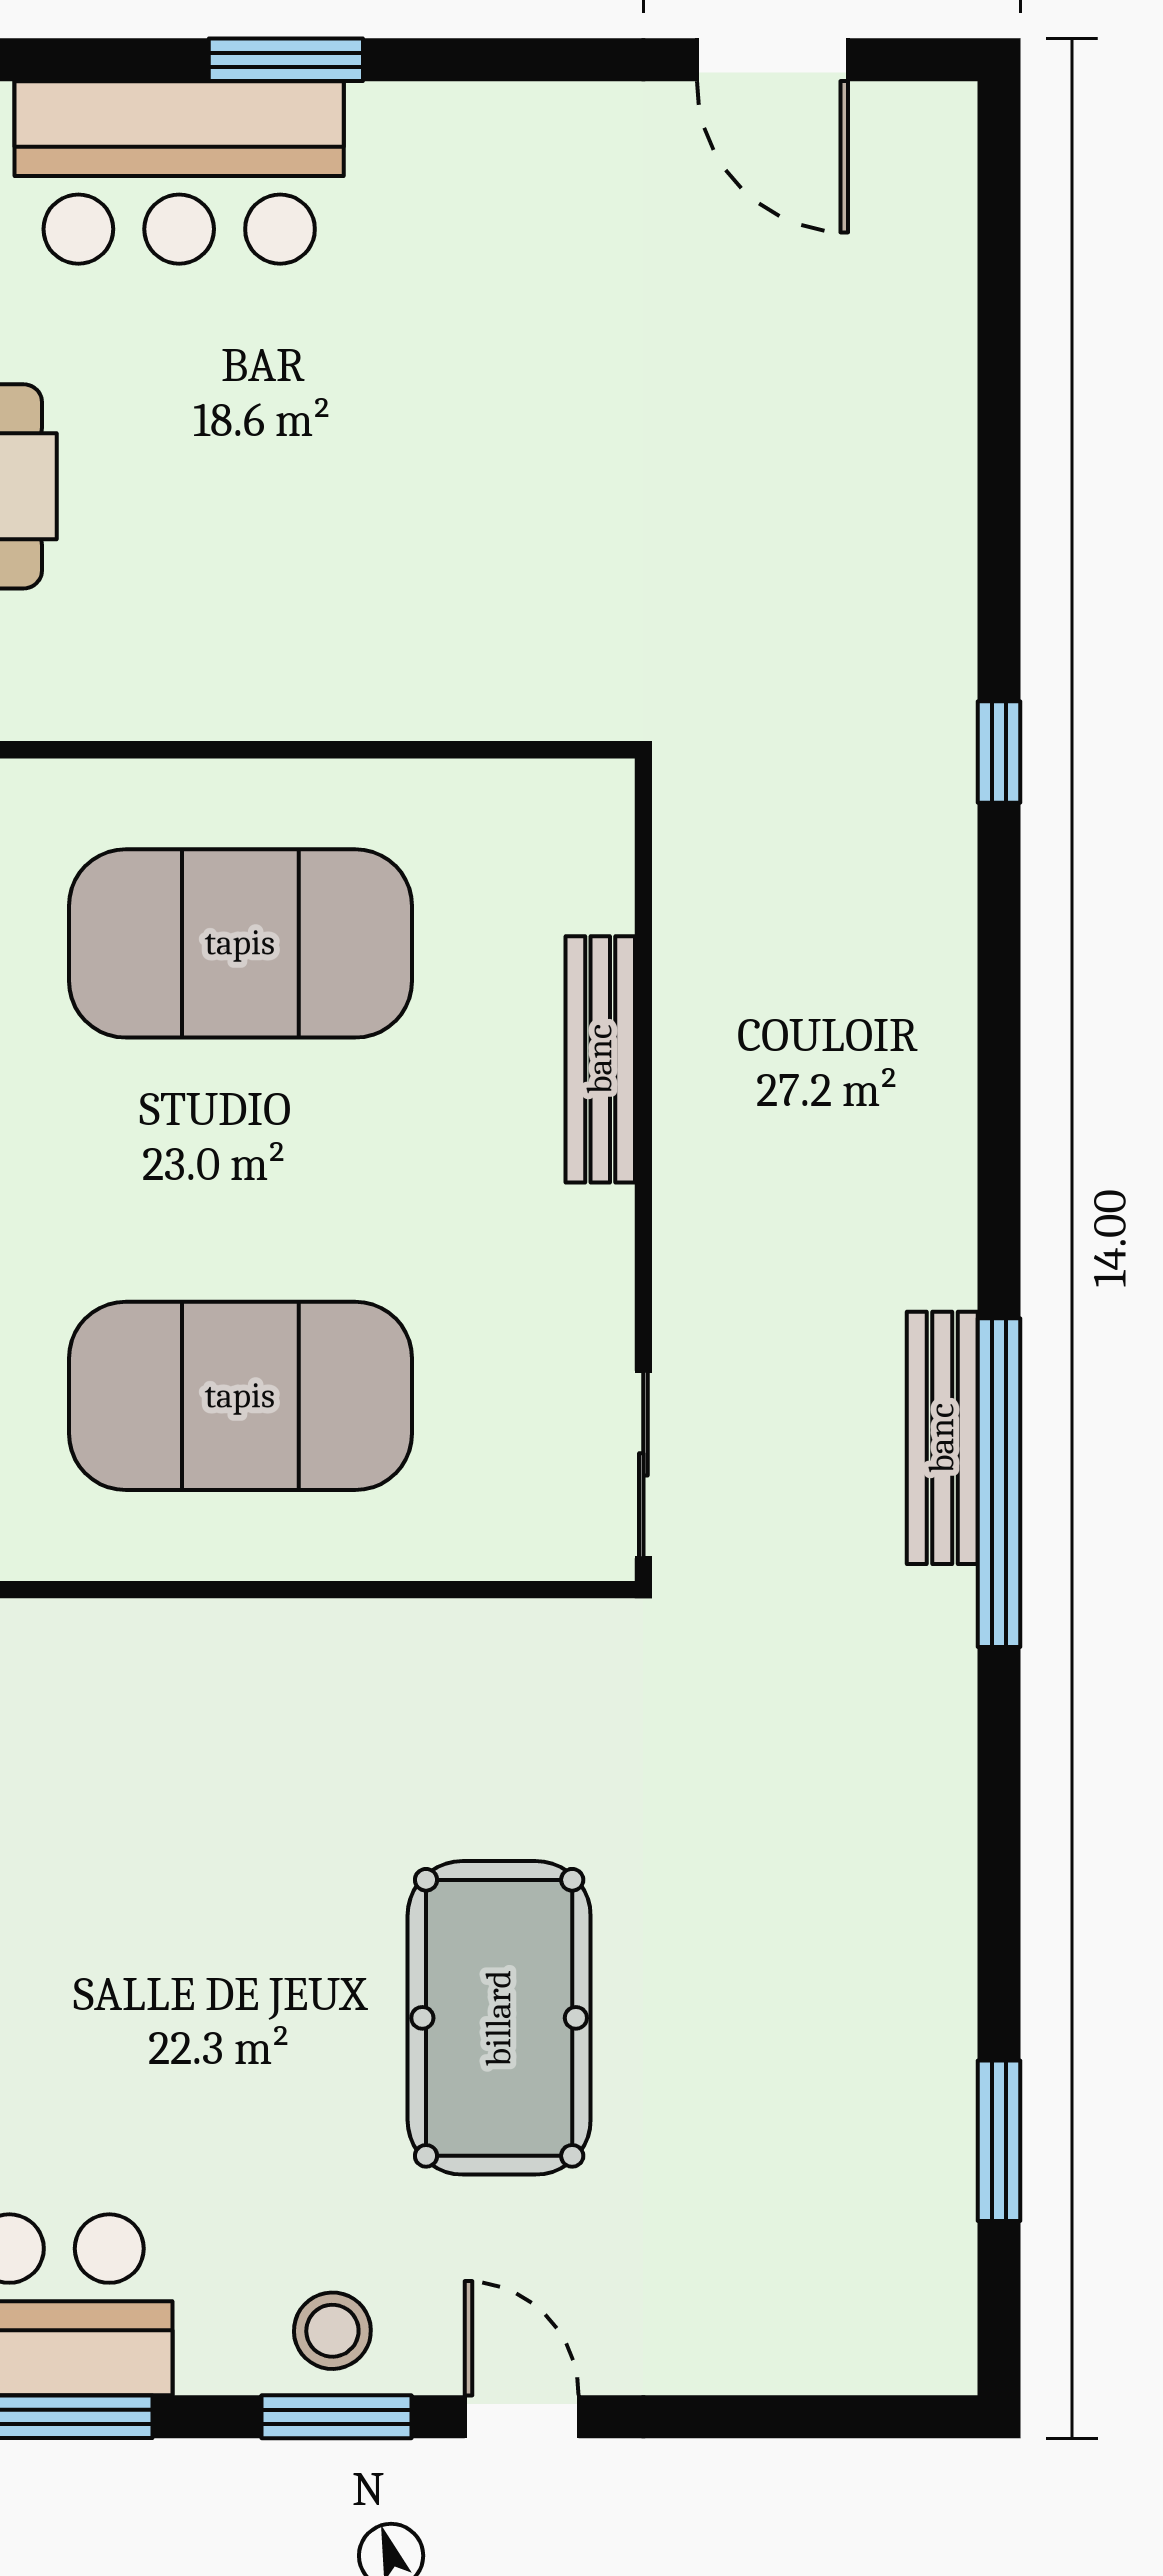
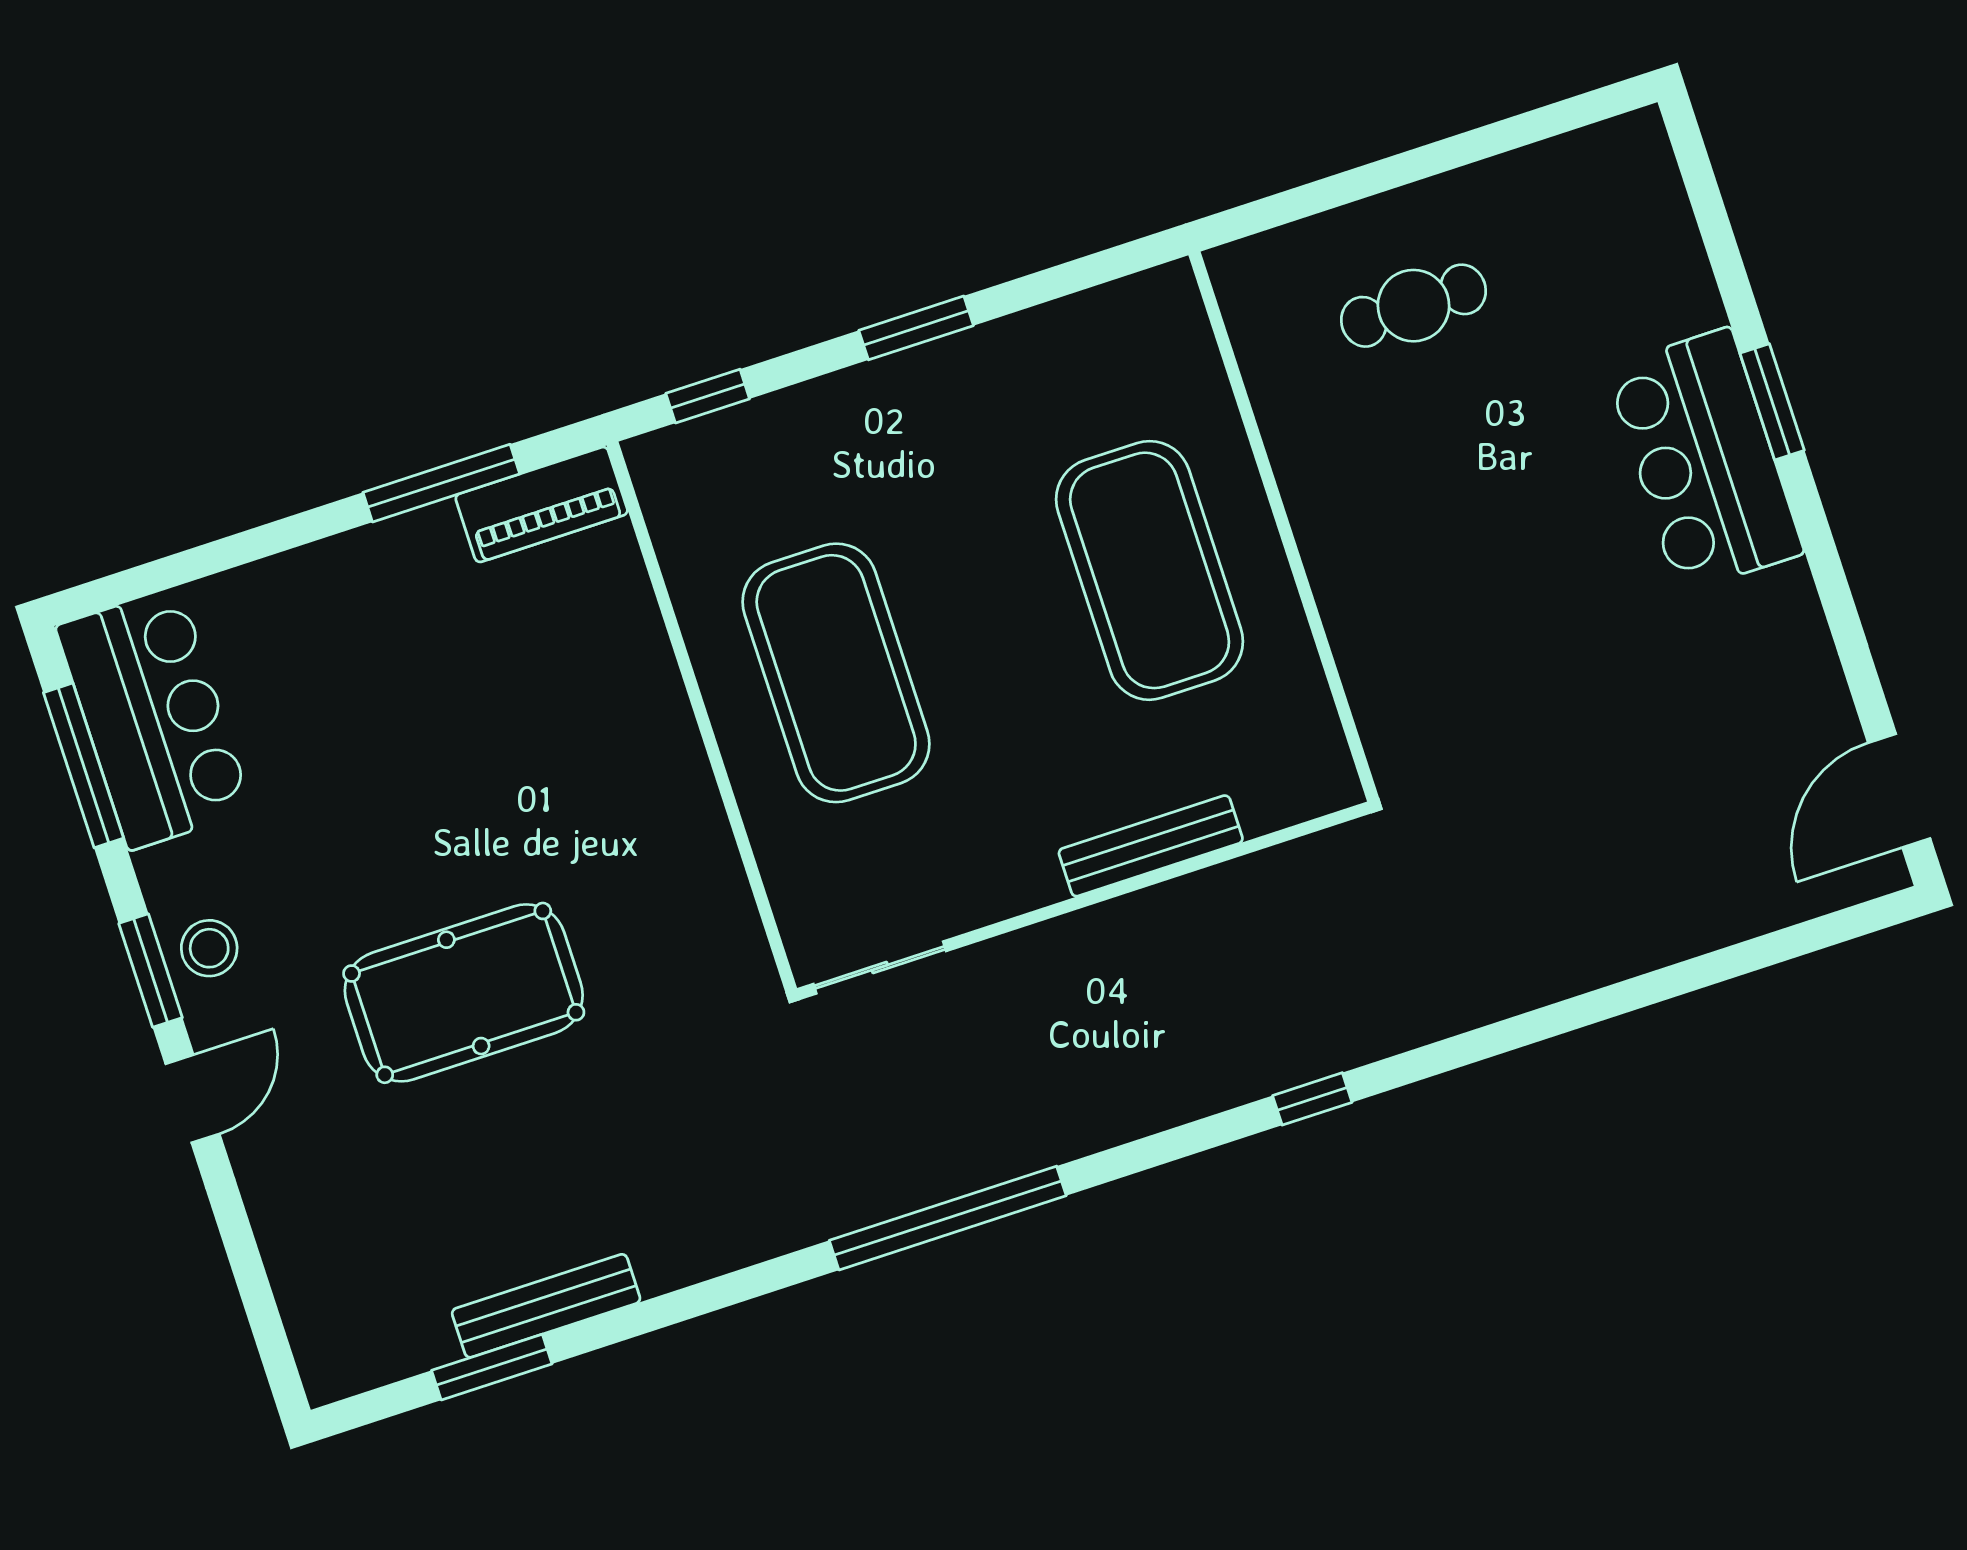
door: (772, 60) -> (1899, 791), moved
bar counter: (179, 173) -> (1705, 460), moved
window: (999, 752) -> (1312, 1099), moved
bench: (942, 1438) -> (546, 1306), moved

